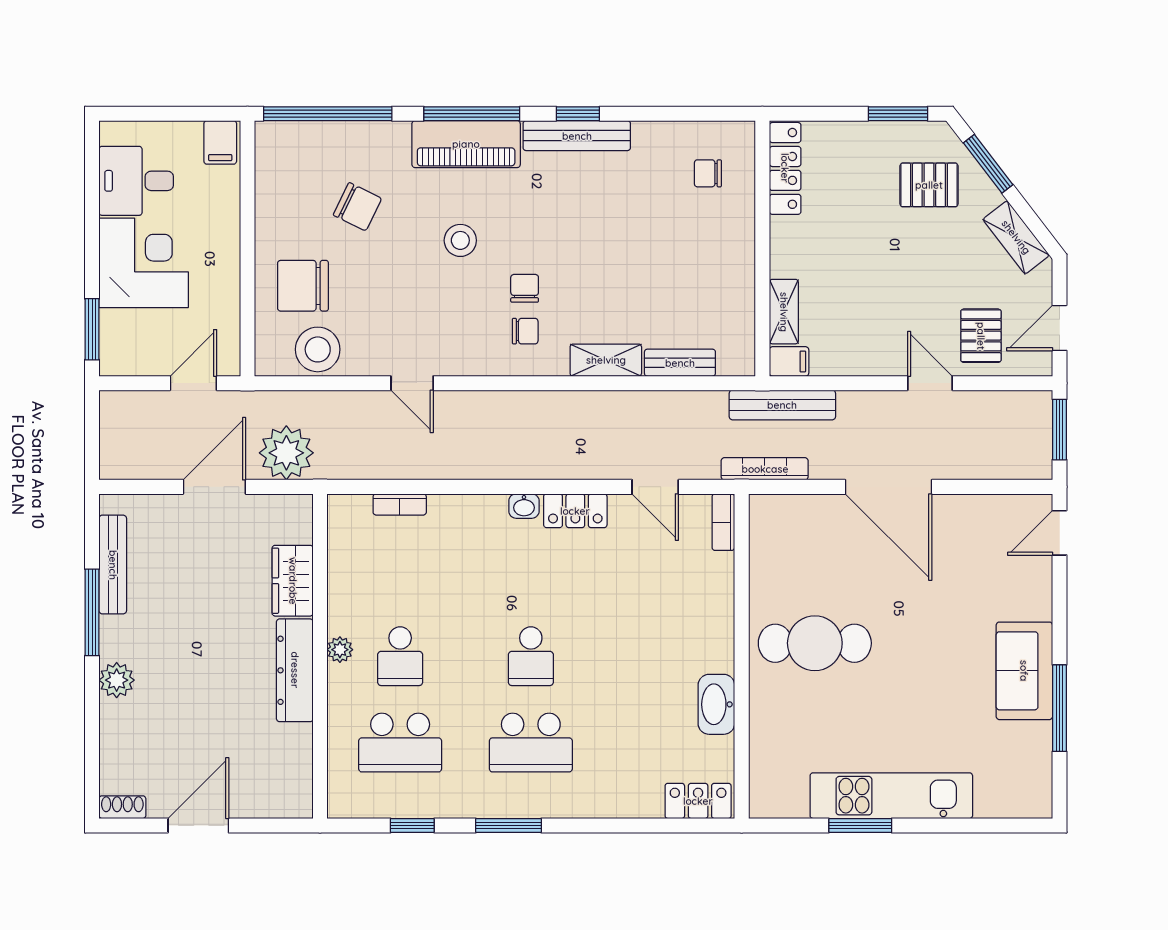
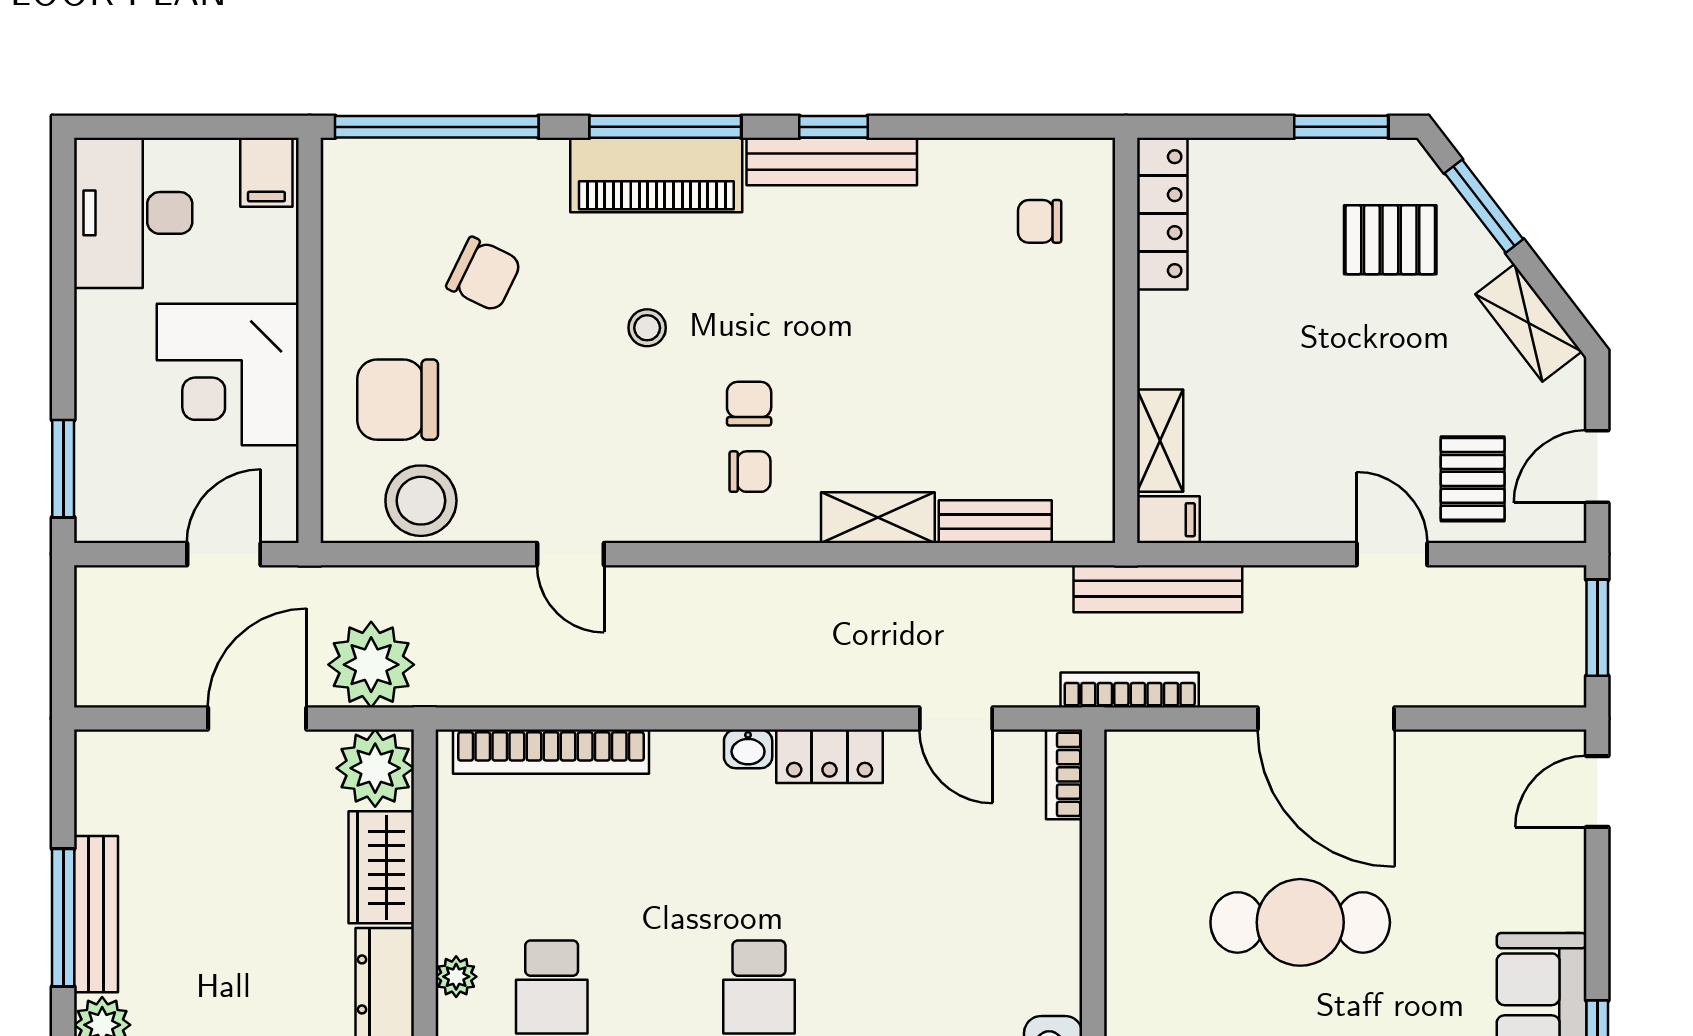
desk: (136, 181) -> (133, 213), width x1.37
stool: (460, 240) -> (647, 328), width x0.73, depth x0.73
corner desk: (144, 263) -> (228, 375), moved, turned 180
bookcase: (400, 504) -> (551, 752), width x2.31, depth x1.31
plant: (289, 518) -> (375, 768), added
bench: (113, 565) -> (96, 914), moved
cafe table: (815, 643) -> (1300, 922), moved

